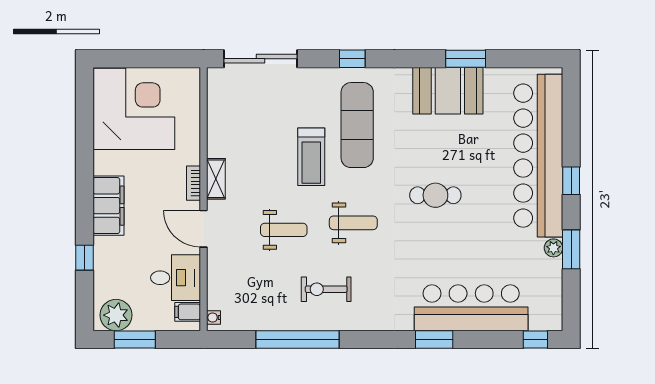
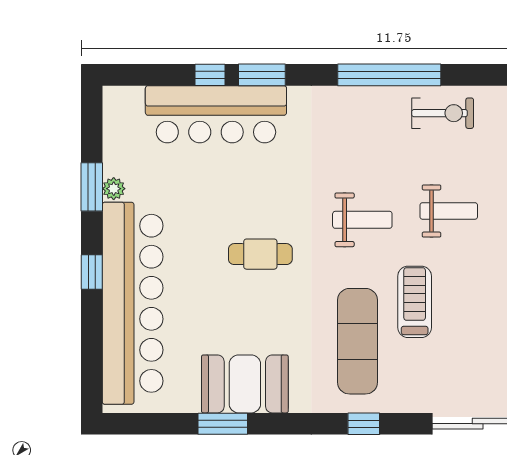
weight bench: (353, 223) -> (362, 220), turned 180
weight bench: (284, 230) -> (449, 211), turned 180
exercise bike: (326, 289) -> (443, 113), moved
window: (298, 340) -> (389, 75), moved
window: (535, 340) -> (210, 75), moved

